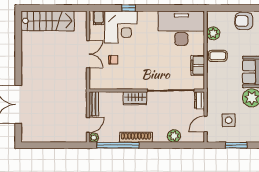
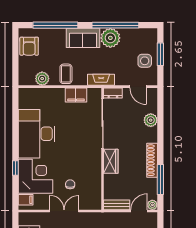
desk: (181, 28) -> (37, 134), moved
fireplace: (212, 89) -> (101, 80), added
side table: (229, 120) -> (145, 61), moved
door: (88, 125) -> (139, 211), hinge flipped
window: (118, 145) -> (160, 179), width x0.68

